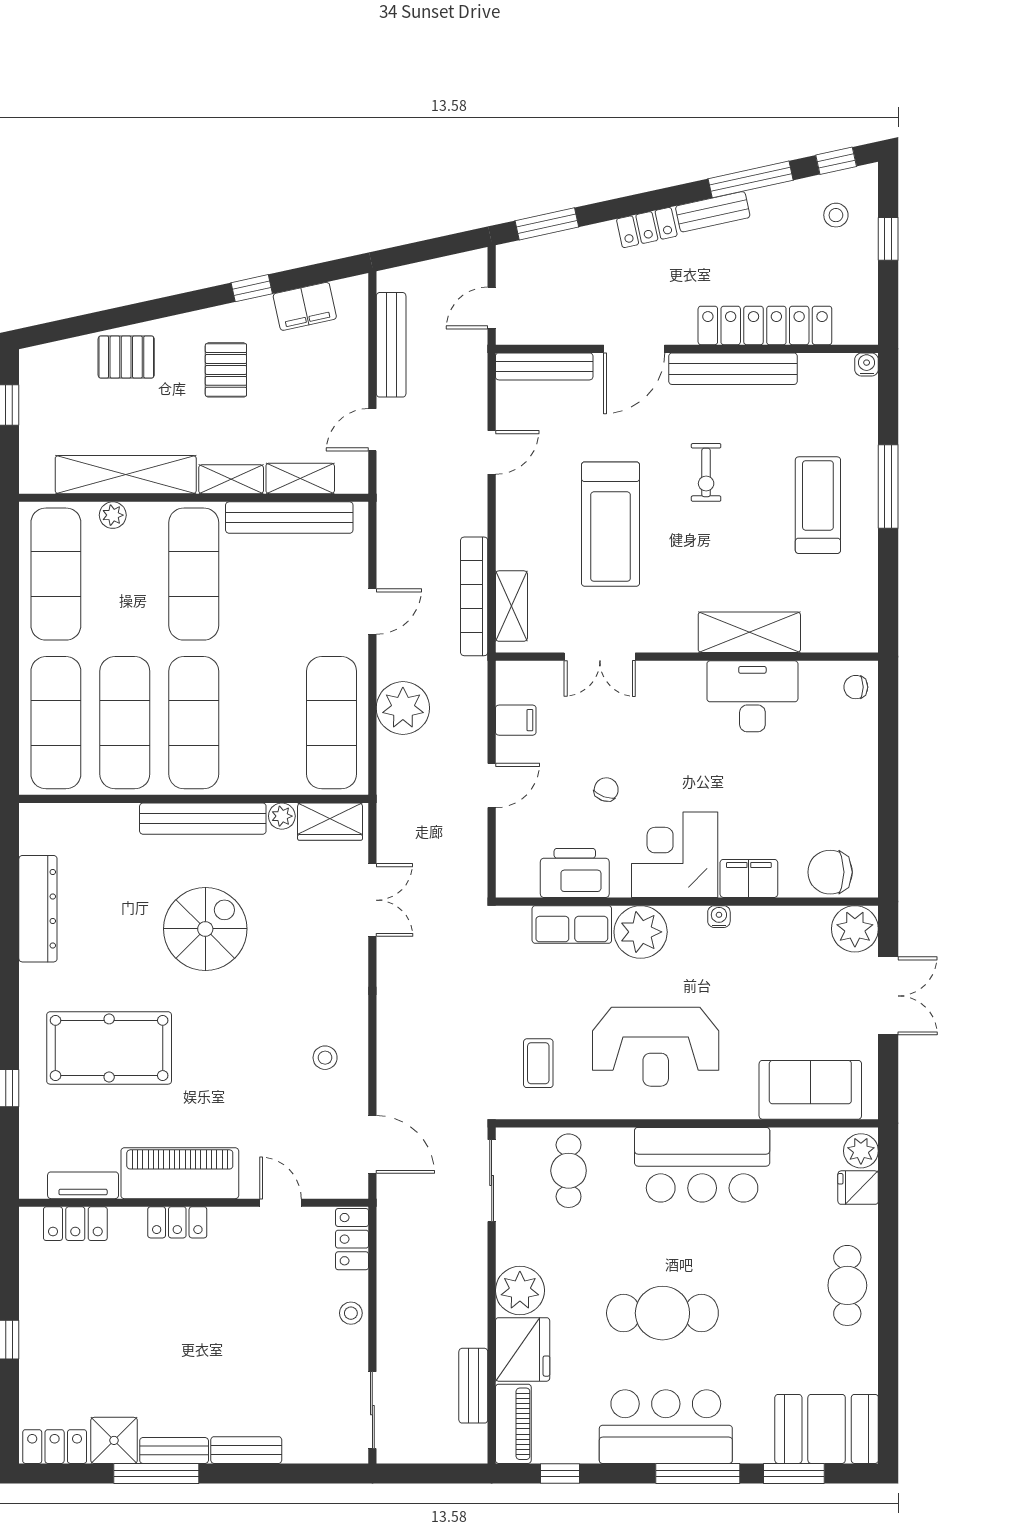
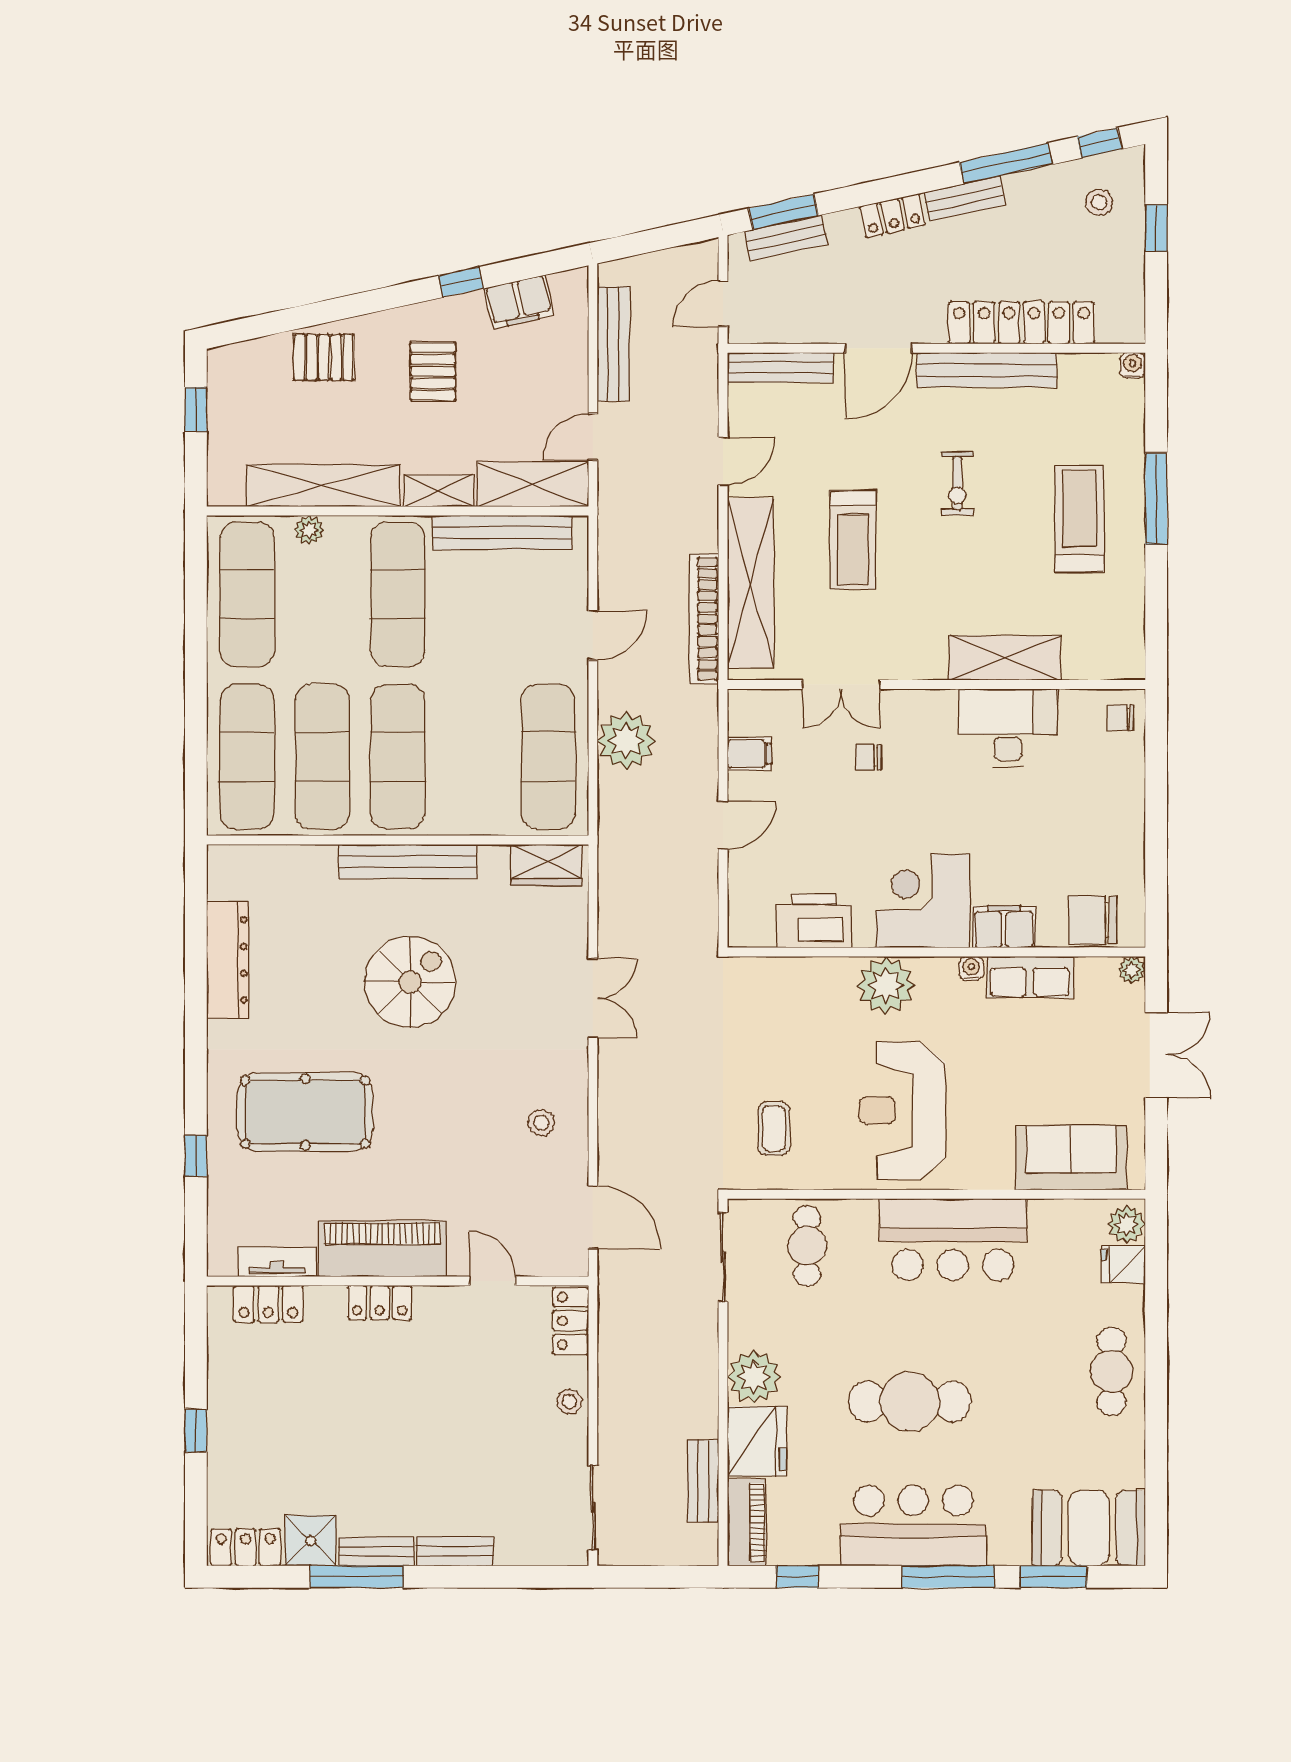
bench: (549, 248) -> (786, 238), added
shelving: (300, 478) -> (533, 484), width x1.50, depth x1.33
treadmill: (610, 524) -> (853, 540), width x0.73, depth x0.73
shelving: (511, 606) -> (750, 583), width x2.20, depth x1.33
chair: (606, 790) -> (868, 757), moved, turned -110
plant: (282, 816) -> (494, 859), removed
double door: (372, 900) -> (593, 998), moved
row of seats: (572, 924) -> (1030, 977), moved
plant: (855, 929) -> (1132, 970), width x0.53, depth x0.53
reception desk: (656, 1047) -> (902, 1111), turned 90

